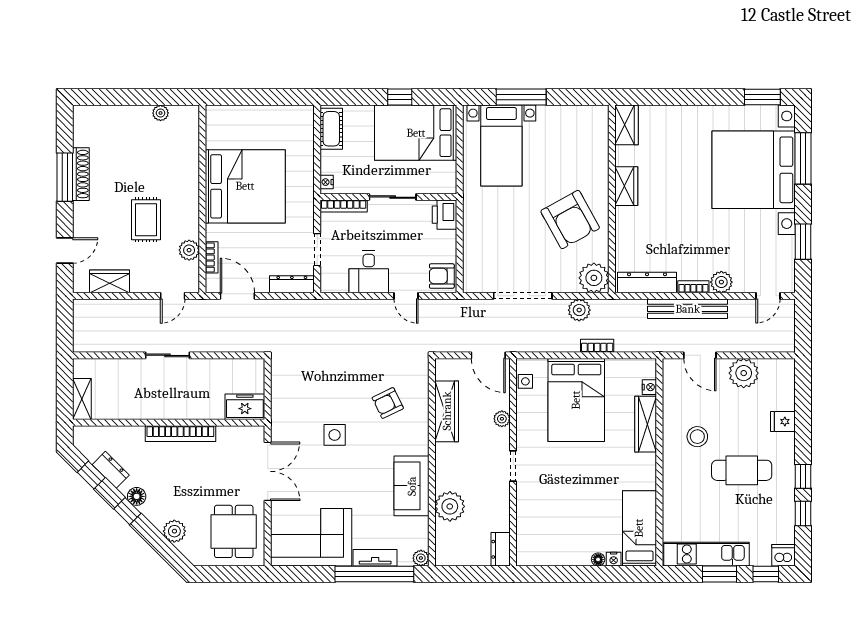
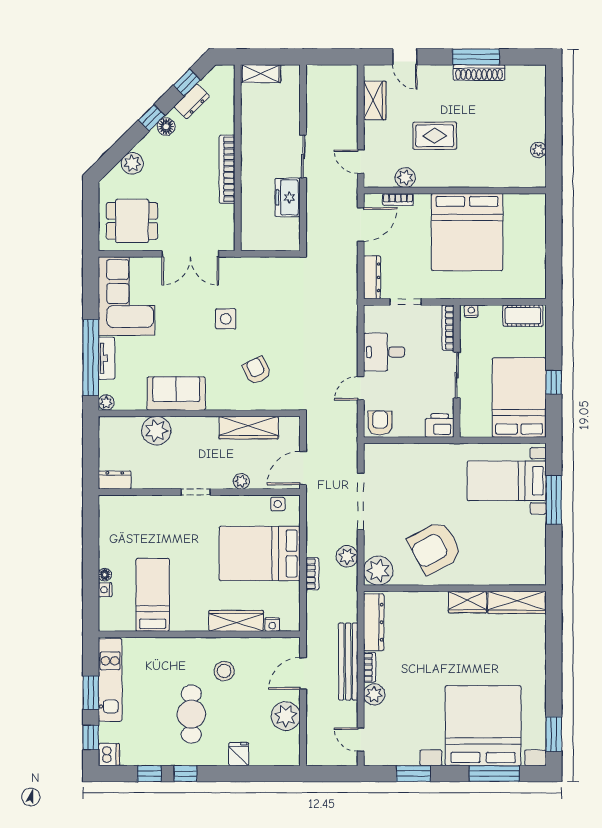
wardrobe: (627, 125) -> (517, 602), width x1.50
freezer: (245, 407) -> (288, 197), moved, turned 180
bed: (639, 528) -> (153, 595), moved, turned -90

